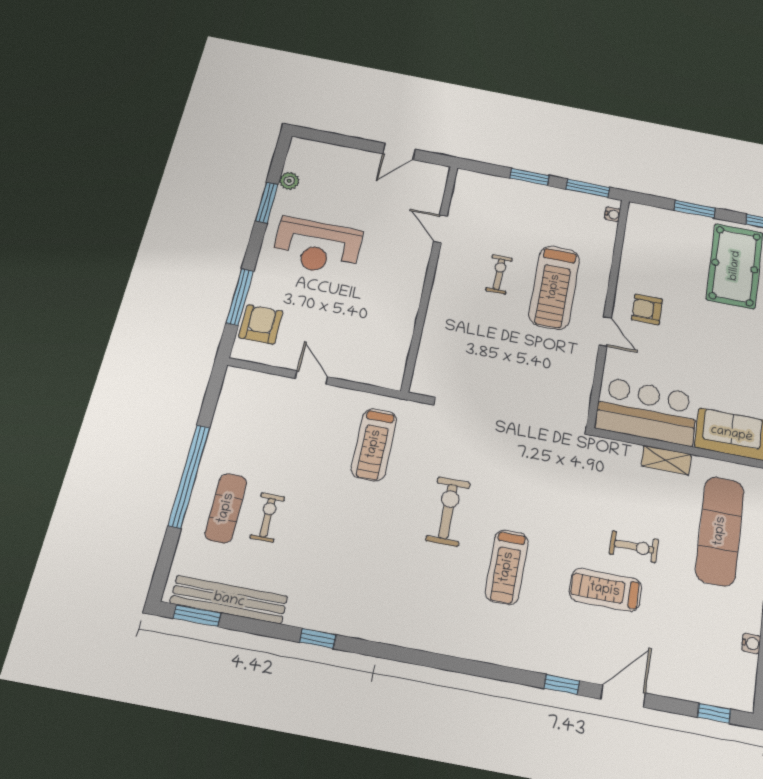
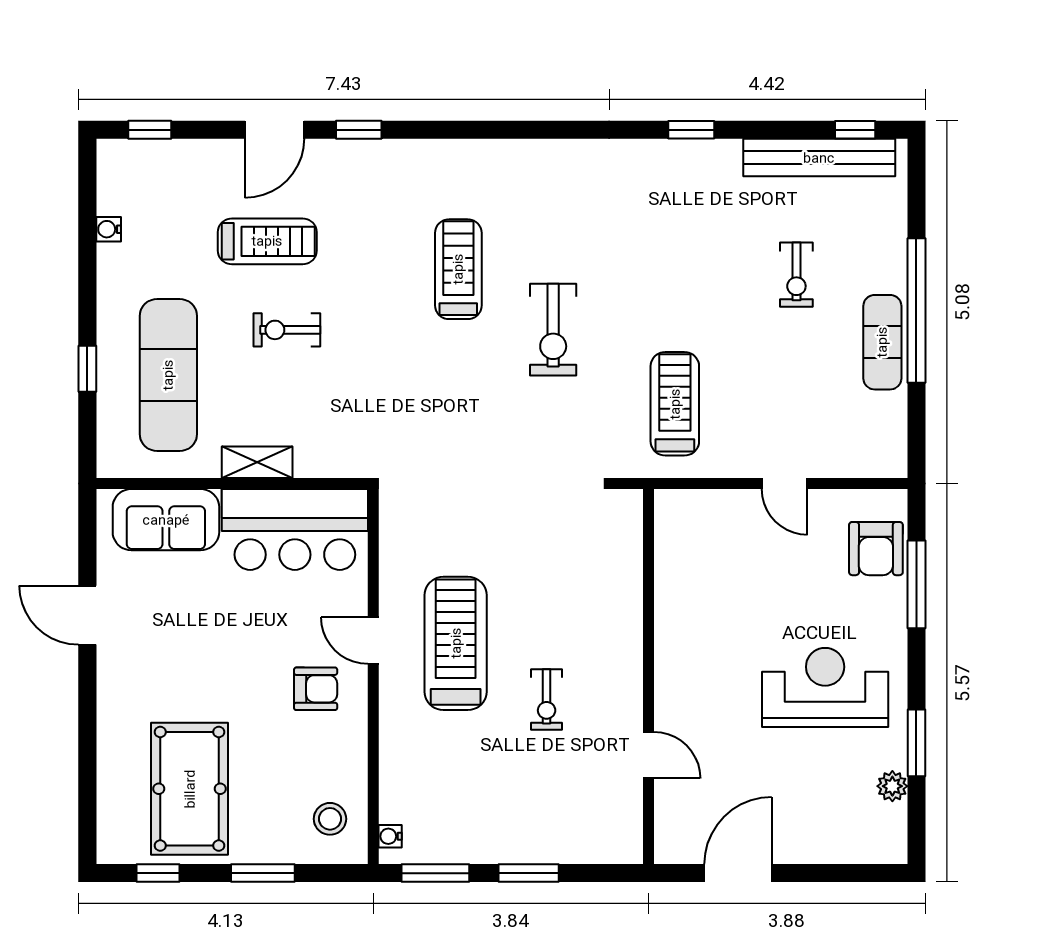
door: (399, 151) -> (738, 873), width x1.38
stool: (649, 231) -> (330, 819), added
treadmill: (554, 287) -> (456, 643), moved
exercise mat: (226, 508) -> (882, 342), moved
treadmill: (605, 590) -> (267, 241), moved
window: (197, 616) -> (855, 130), width x0.67

